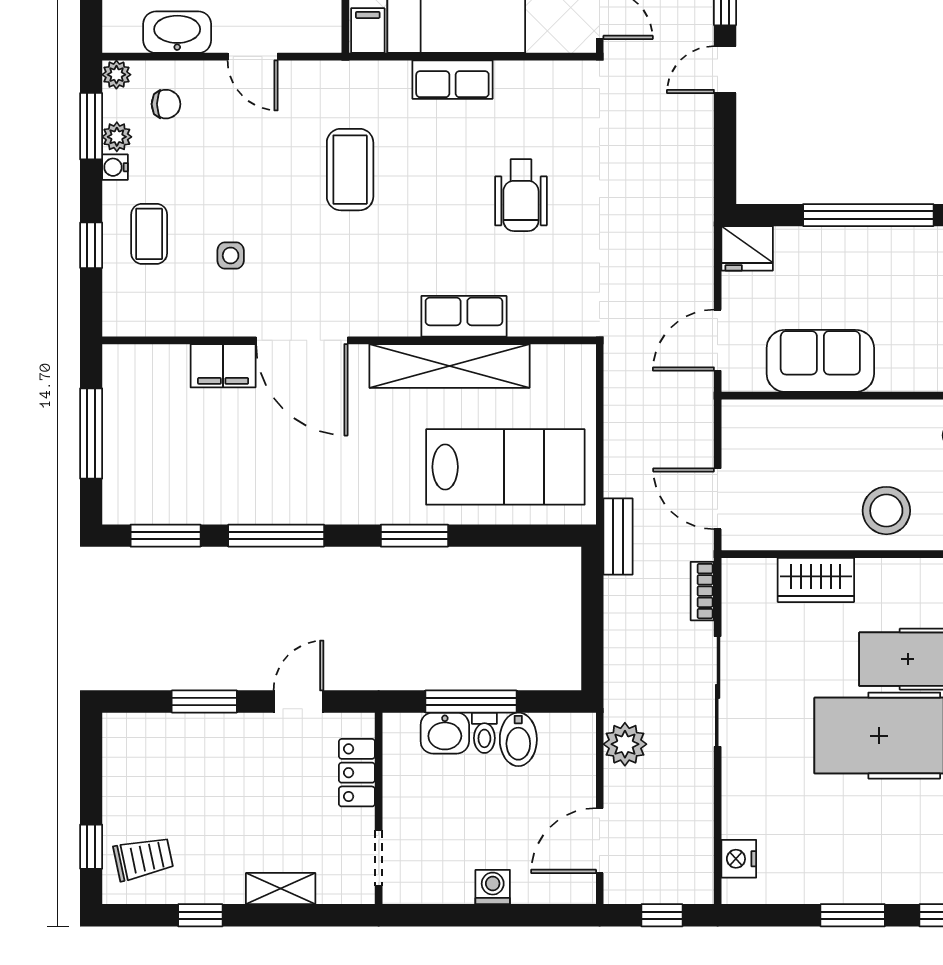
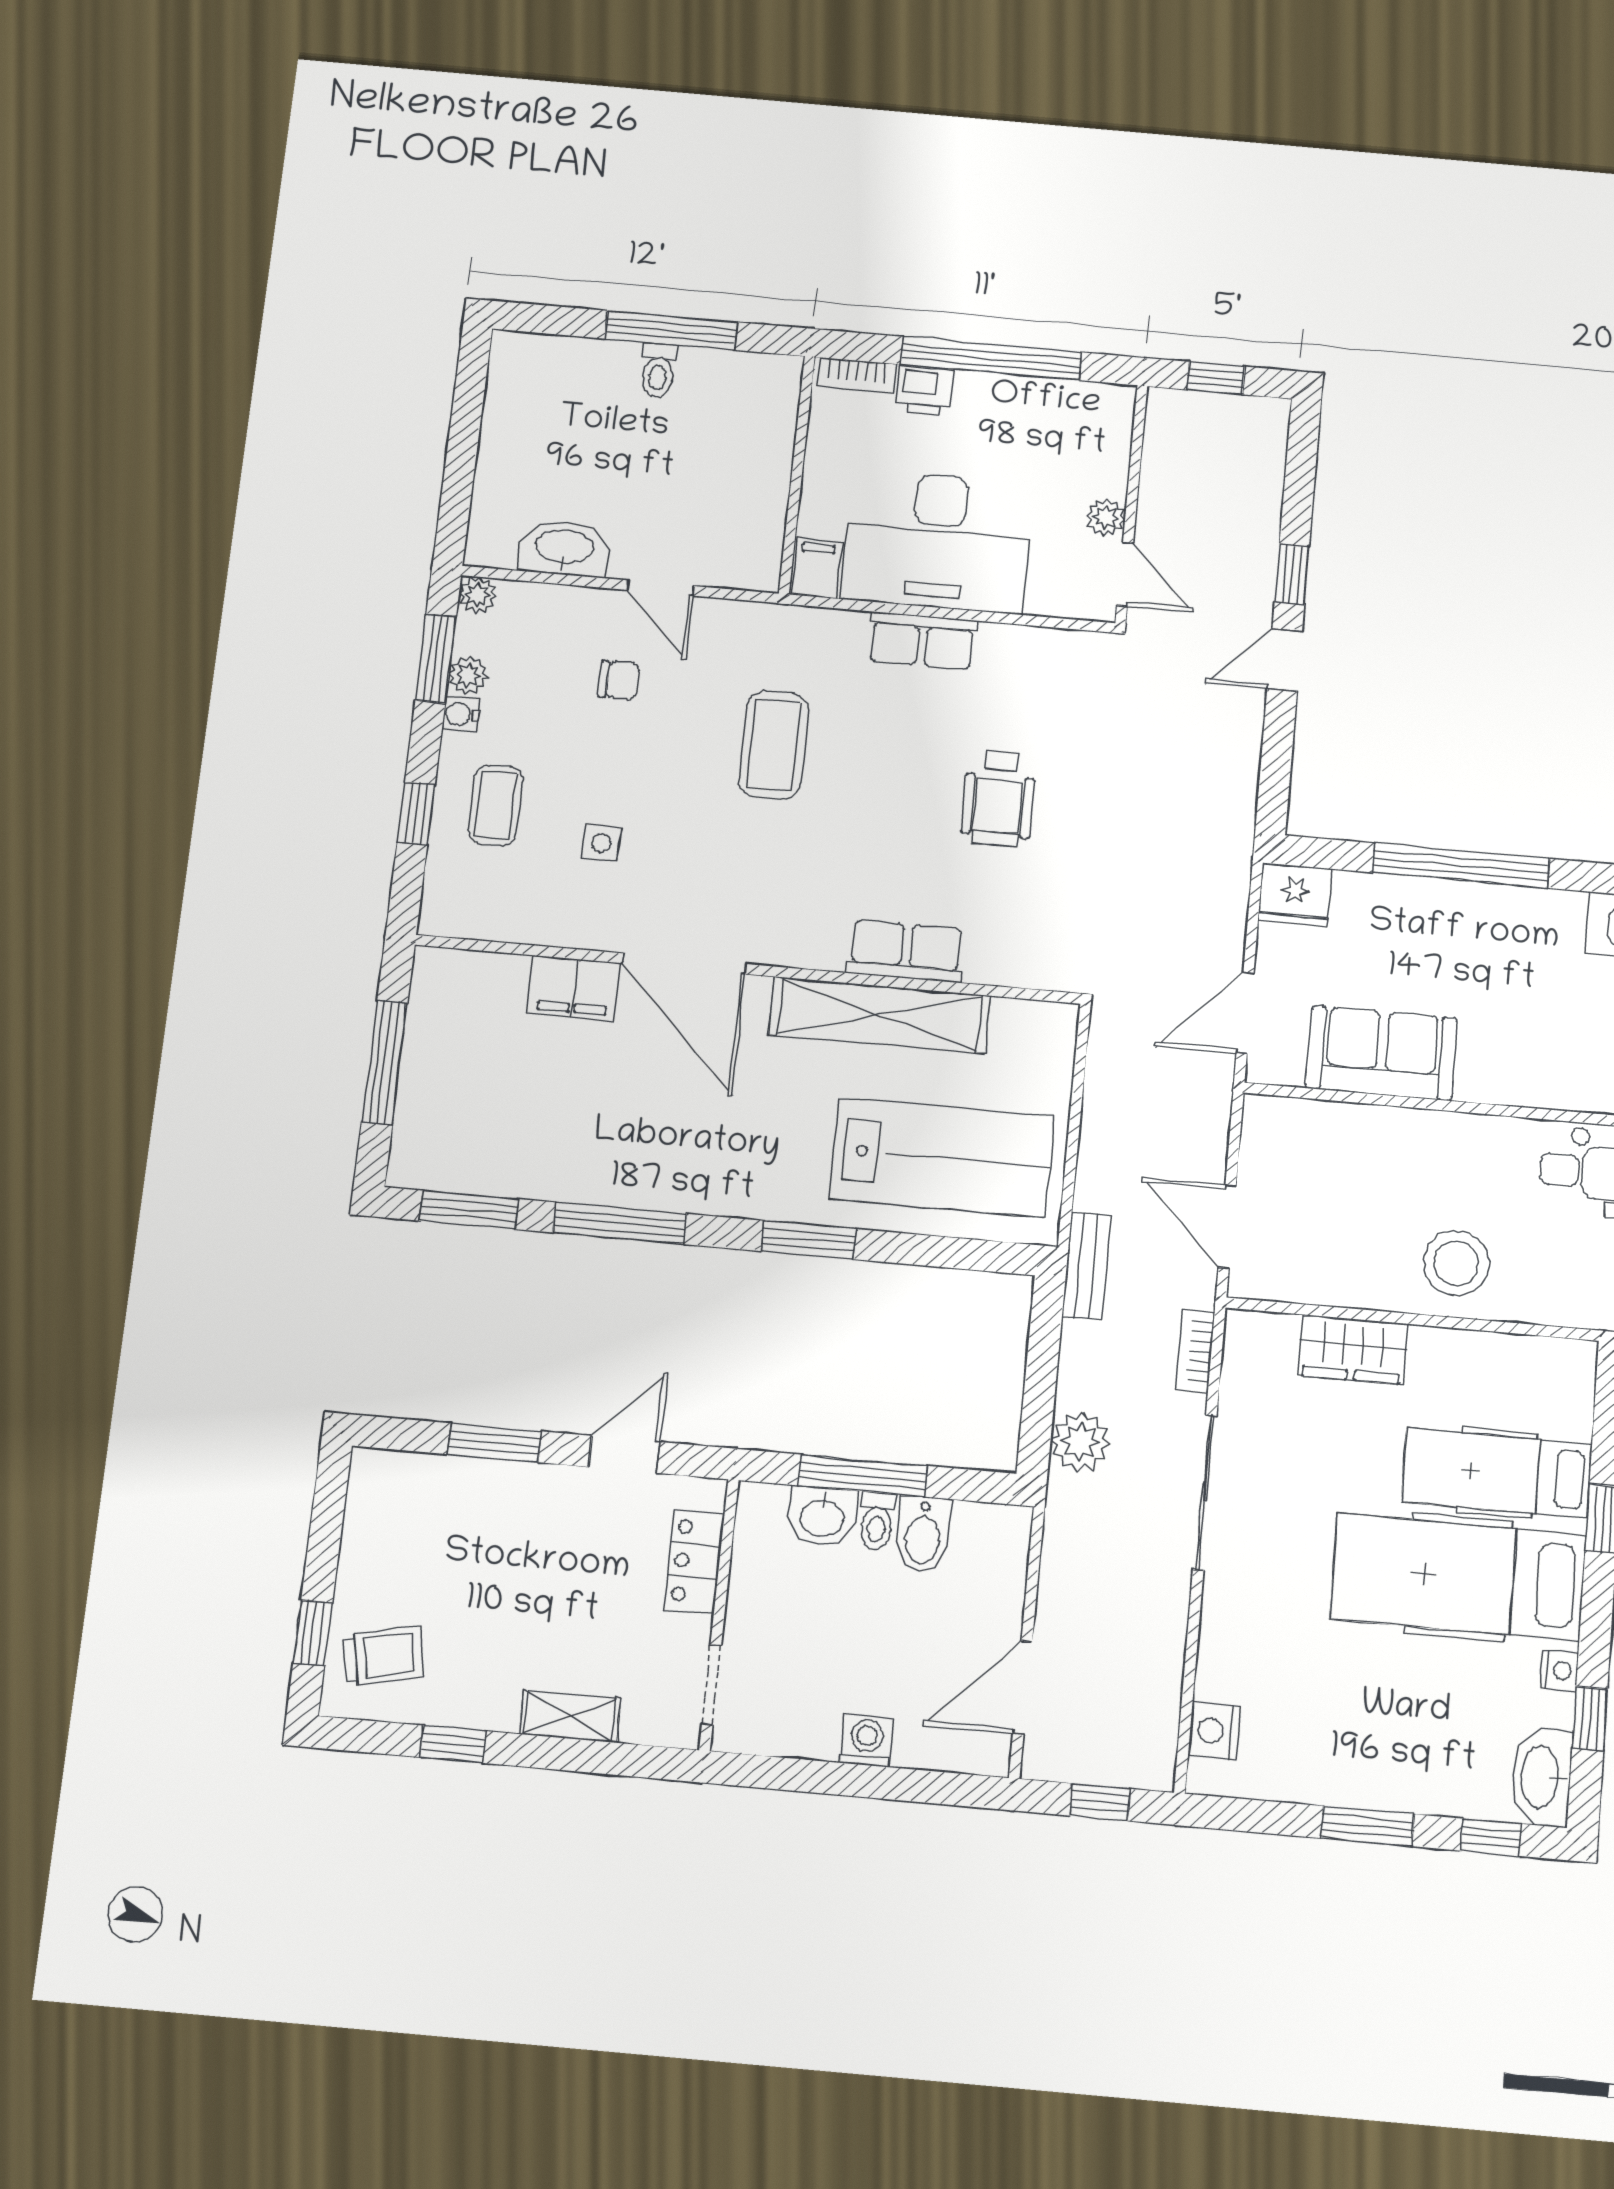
chair: (166, 104) -> (619, 680), moved
plant: (625, 744) -> (1080, 1442), moved

